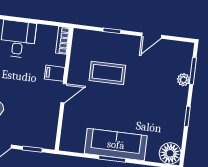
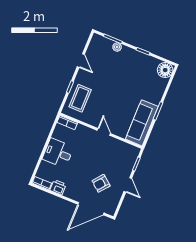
filing cabinet: (55, 73) -> (88, 134), removed
coffee table: (107, 73) -> (80, 98), moved
sofa: (116, 145) -> (142, 123), moved

